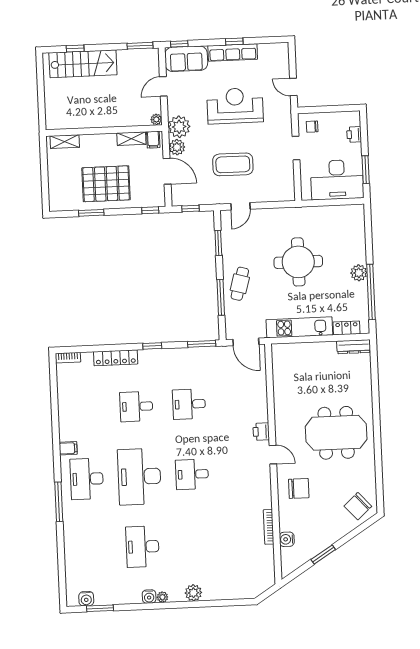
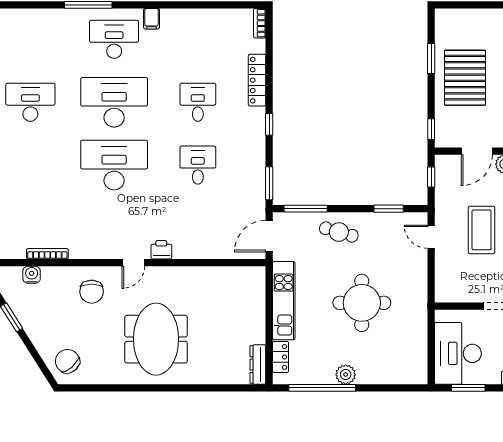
window: (221, 297) -> (306, 209), moved
desk: (192, 474) -> (114, 165), width x1.87, depth x1.30

